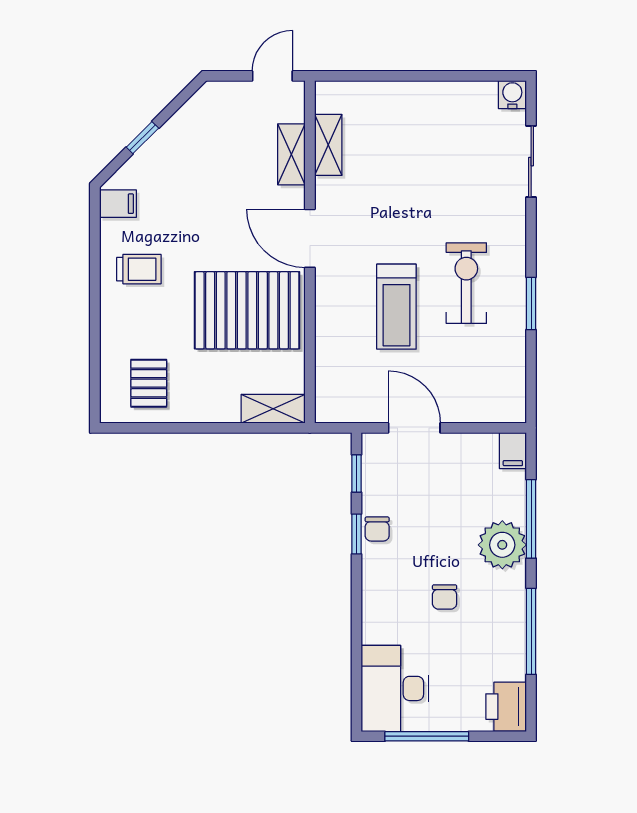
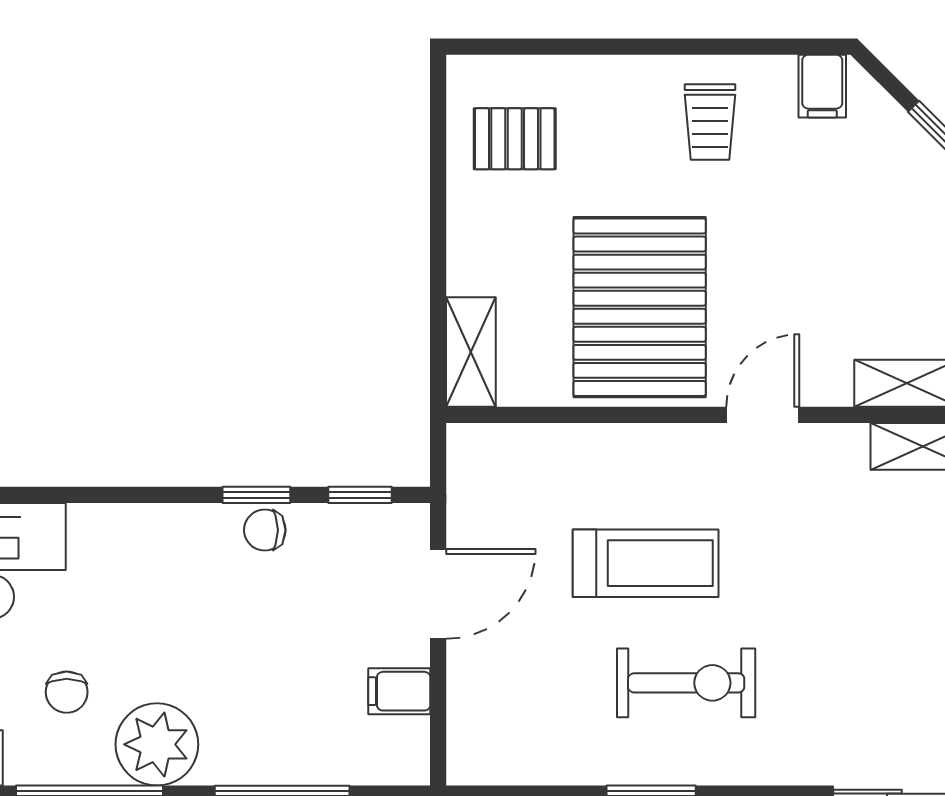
door: (310, 238) -> (763, 415), width x0.73
treadmill: (396, 307) -> (646, 563), turned 180
filing cabinet: (513, 451) -> (399, 691), moved
plant: (502, 545) -> (157, 744), moved
chair: (445, 597) -> (67, 692), moved, turned -90

